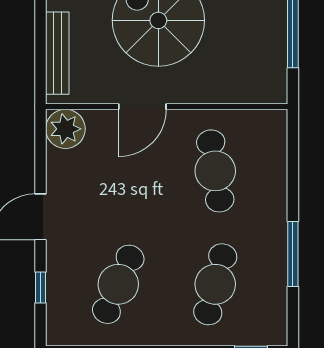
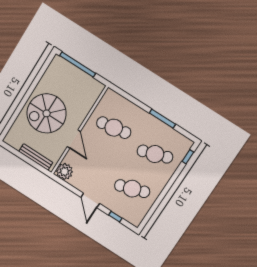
cafe table: (118, 284) -> (132, 189), turned -42
cafe table: (215, 284) -> (155, 154), turned -33

